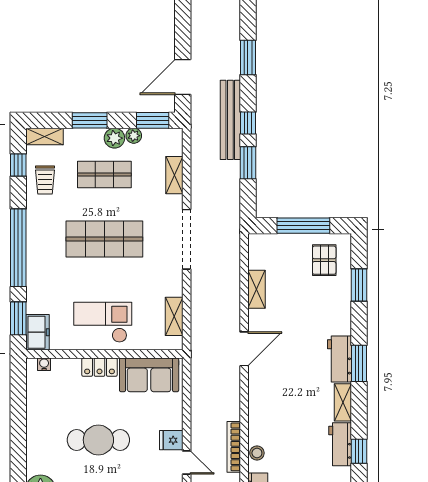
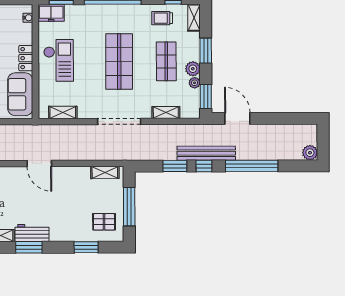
window: (248, 58) -> (252, 166), width x2.11
shelving: (257, 289) -> (105, 172), moved

